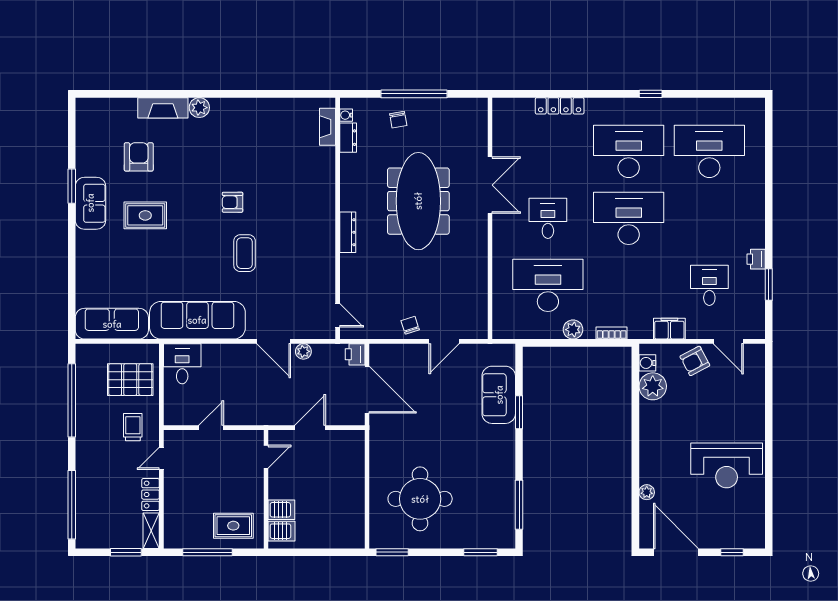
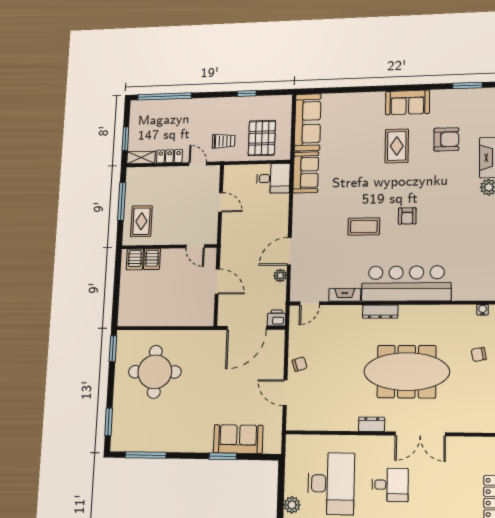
fireplace: (327, 127) -> (345, 295), moved
dresser: (348, 138) -> (372, 424), moved, turned 180
window: (72, 186) -> (468, 86), moved
armchair: (233, 202) -> (407, 216), turned 180
bar counter: (314, 203) -> (406, 283), added
sofa: (197, 320) -> (306, 172), width x0.54, depth x0.79
window: (72, 400) -> (247, 94), width x0.32

